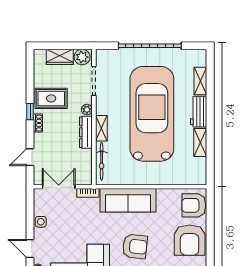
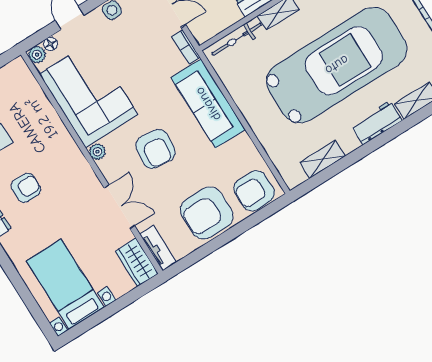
shelving: (200, 142) -> (323, 159), moved
armchair: (194, 205) -> (254, 191), turned -90

